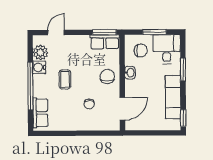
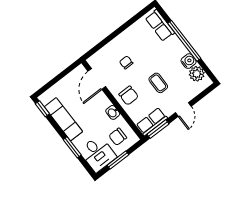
door: (56, 32) -> (183, 110), moved
coffee table: (65, 79) -> (158, 83), moved

